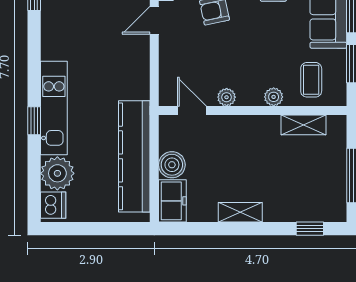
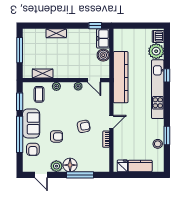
kitchen unit: (54, 108) -> (158, 89), width x1.36
kitchen counter: (134, 156) -> (121, 77), moved
shelving: (240, 212) -> (56, 33), moved
window: (310, 229) -> (95, 26), moved

